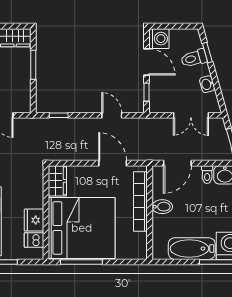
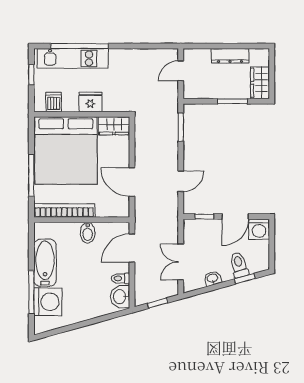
window: (59, 115) -> (181, 127), width x1.50
door: (113, 163) -> (132, 182), swing flipped
door: (177, 163) -> (132, 248), hinge flipped
bookcase: (140, 202) -> (64, 210), moved
fridge: (34, 220) -> (90, 102), moved
window: (81, 262) -> (31, 175), moved

